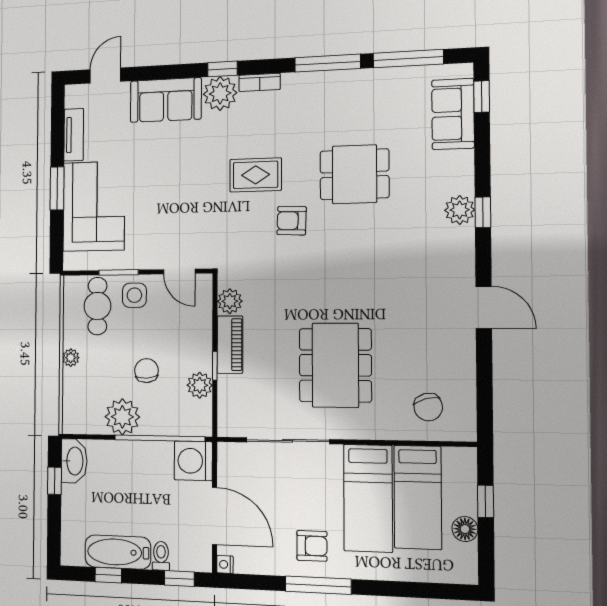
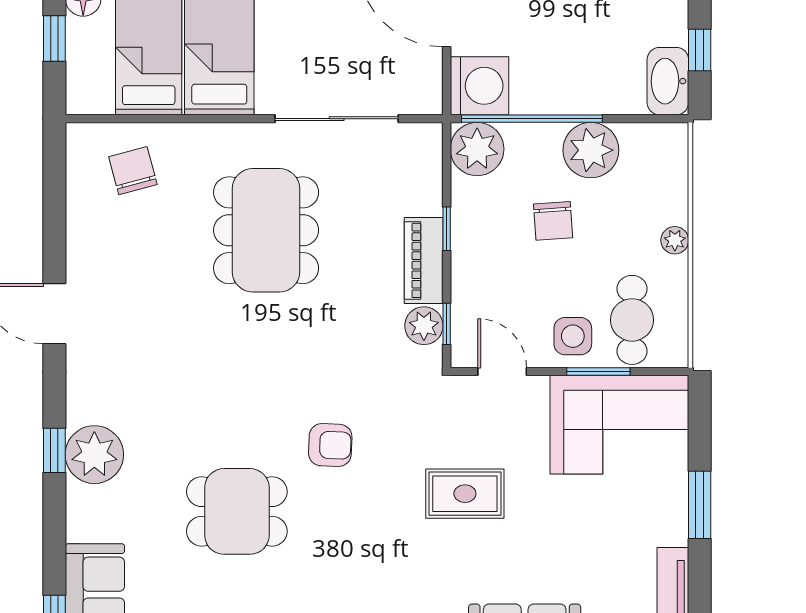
rug: (256, 175) -> (465, 494), moved
corner sofa: (94, 206) -> (619, 425), moved, turned -90
plant: (460, 210) -> (94, 455), width x1.36, depth x1.36
window: (215, 303) -> (447, 324), added
plant: (200, 385) -> (477, 149), moved, width x1.36, depth x1.36

